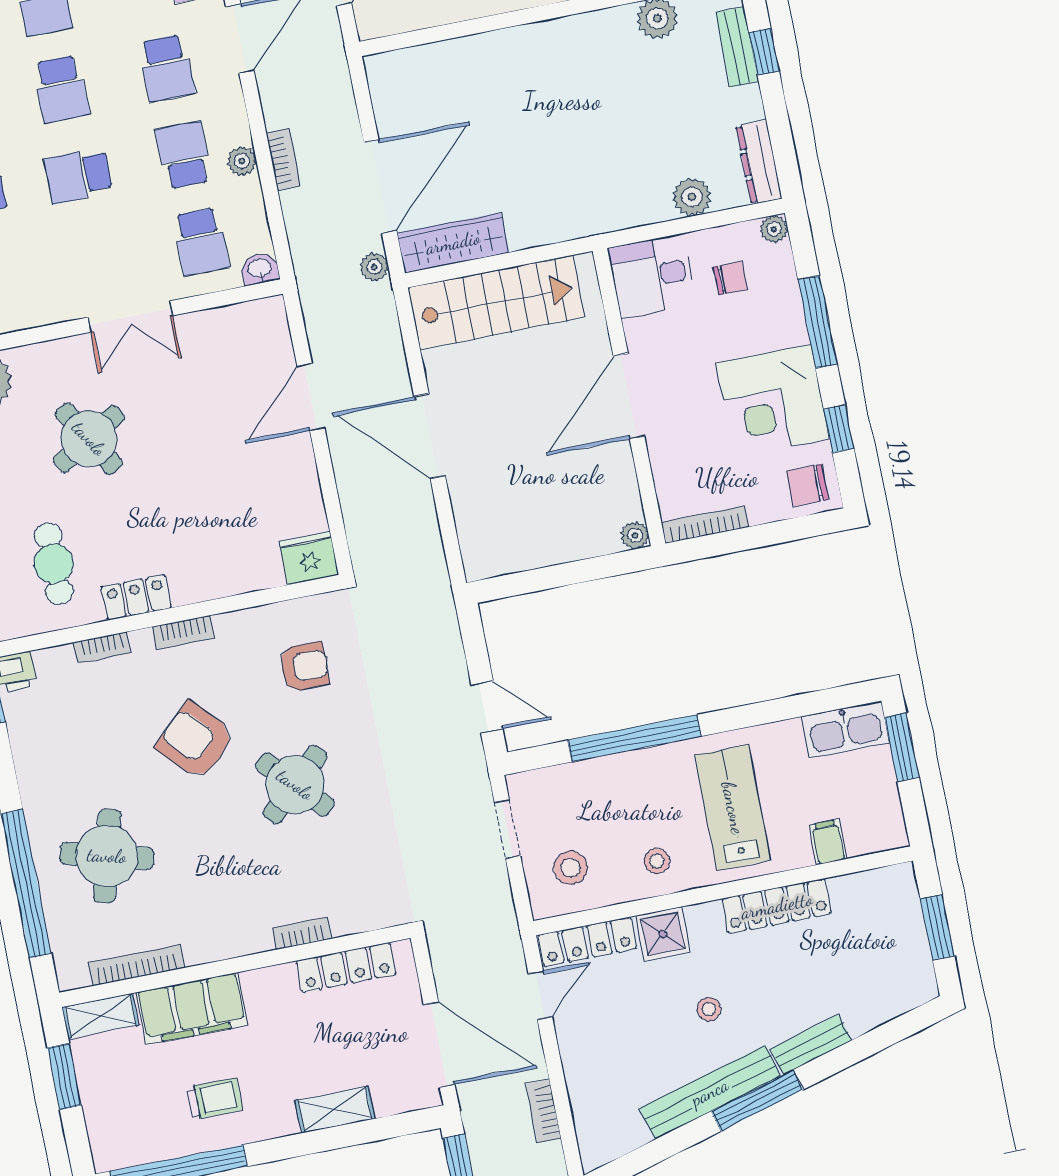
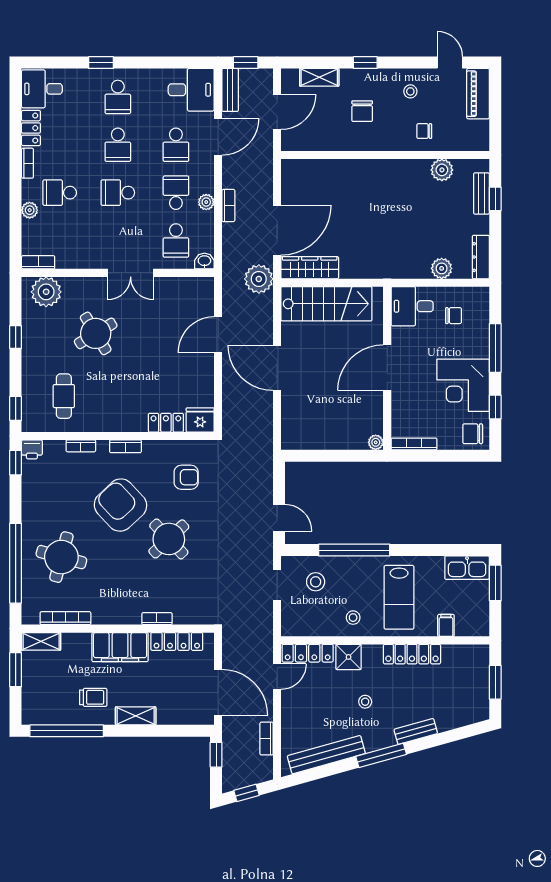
plant: (774, 229) -> (482, 294), removed
plant: (374, 267) -> (259, 279), width x1.88, depth x1.88
locker: (136, 597) -> (166, 423), moved
armchair: (195, 741) -> (120, 505), width x1.36, depth x1.36
lab bench: (733, 808) -> (399, 597), turned 180
stool: (571, 868) -> (316, 582), moved
filing cabinet: (192, 1009) -> (120, 647), moved
bench: (710, 1092) -> (326, 755), moved
shelving: (335, 1110) -> (136, 716), moved

